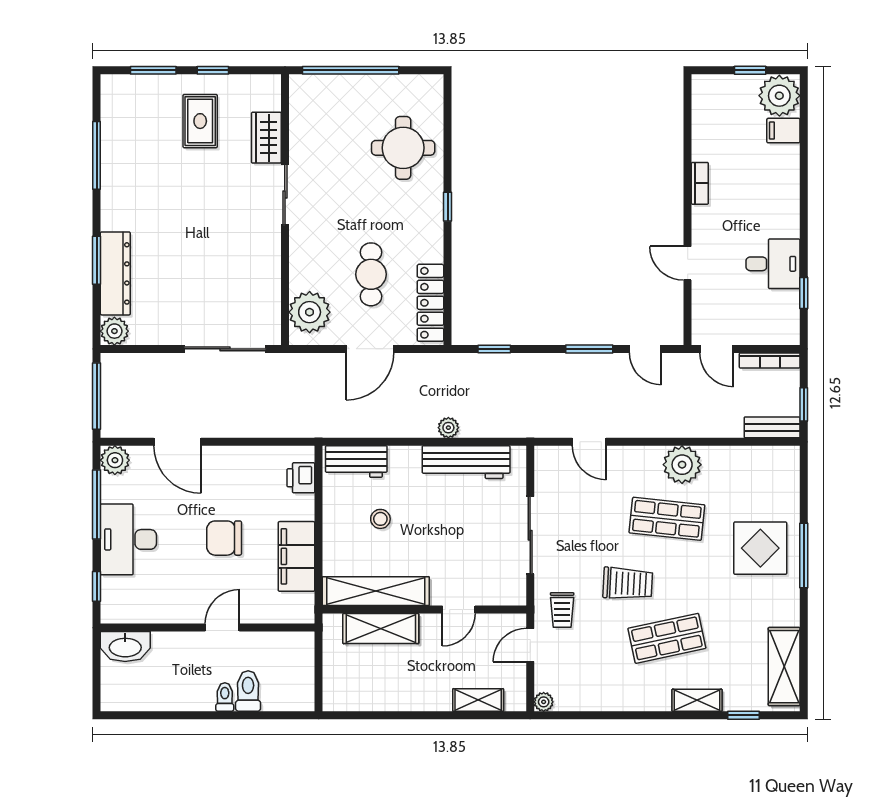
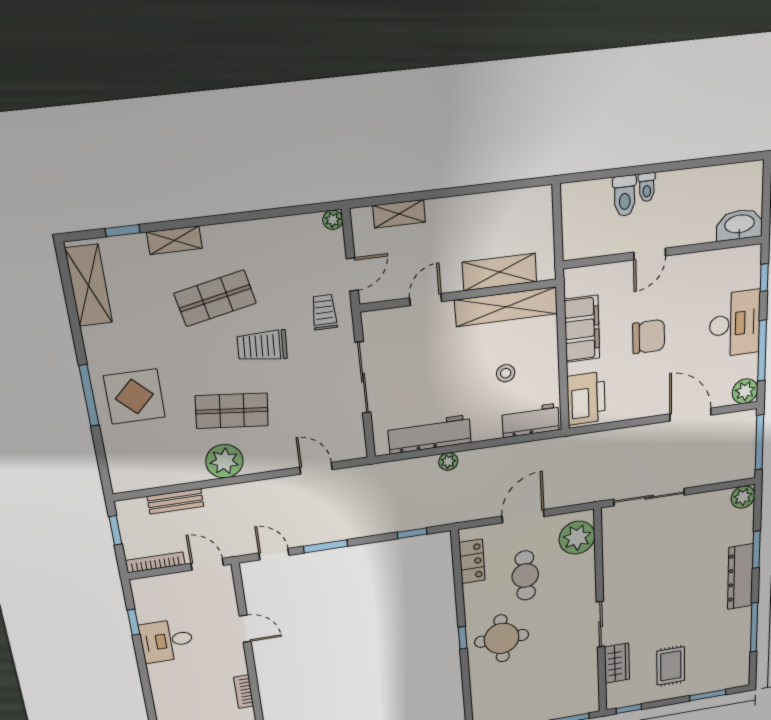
window: (213, 70) -> (629, 709), moved
round table: (403, 148) -> (502, 638), moved
dresser: (115, 273) -> (740, 577), moved
locker: (430, 303) -> (472, 561), width x0.66
bench: (772, 427) -> (175, 501), moved
printer: (301, 478) -> (586, 398), width x1.87, depth x1.48

